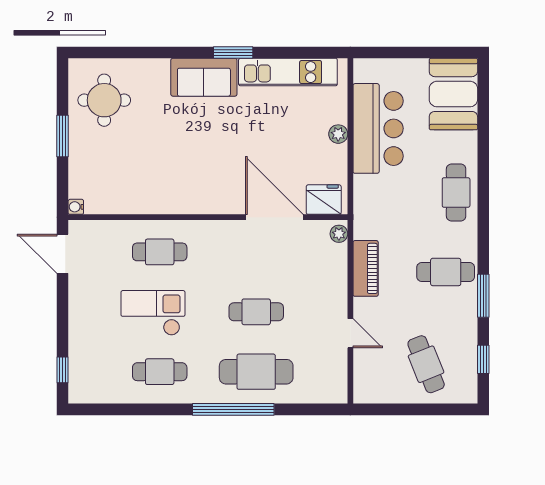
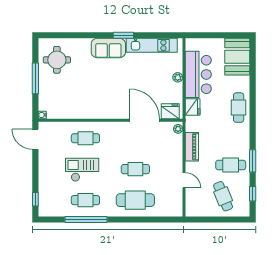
window: (63, 136) -> (35, 78), width x1.44
fridge: (367, 192) -> (193, 107), added
cafe table: (446, 272) -> (231, 165), moved
window: (233, 409) -> (86, 220), moved

